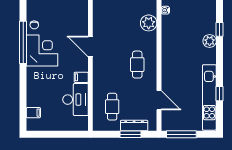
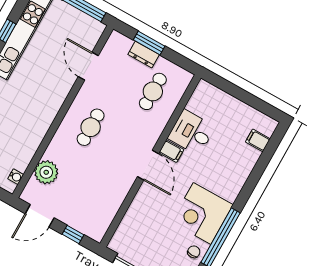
door: (90, 47) -> (148, 165), moved
desk: (76, 100) -> (191, 132), width x0.73
dresser: (134, 126) -> (144, 55), width x0.70

